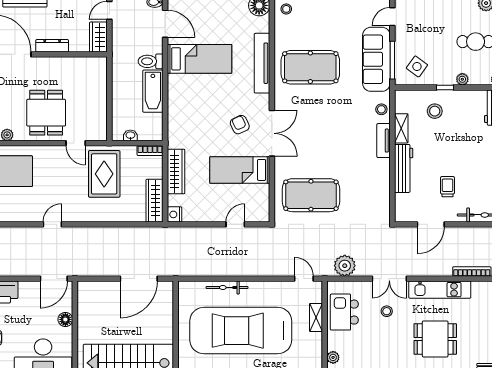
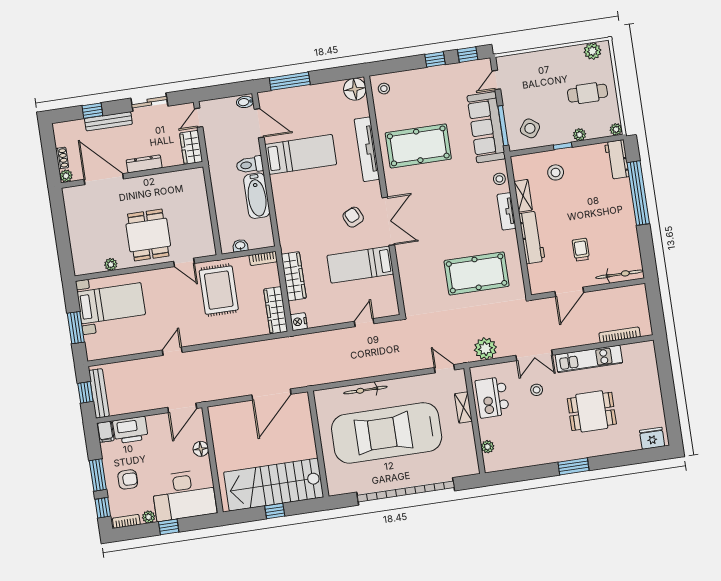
pool table: (311, 195) -> (477, 273), moved

